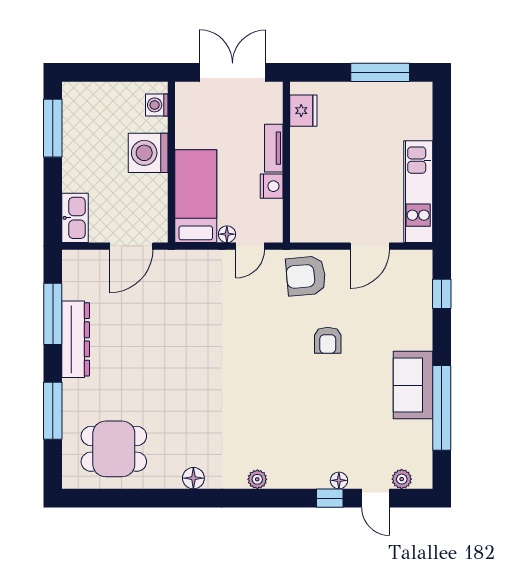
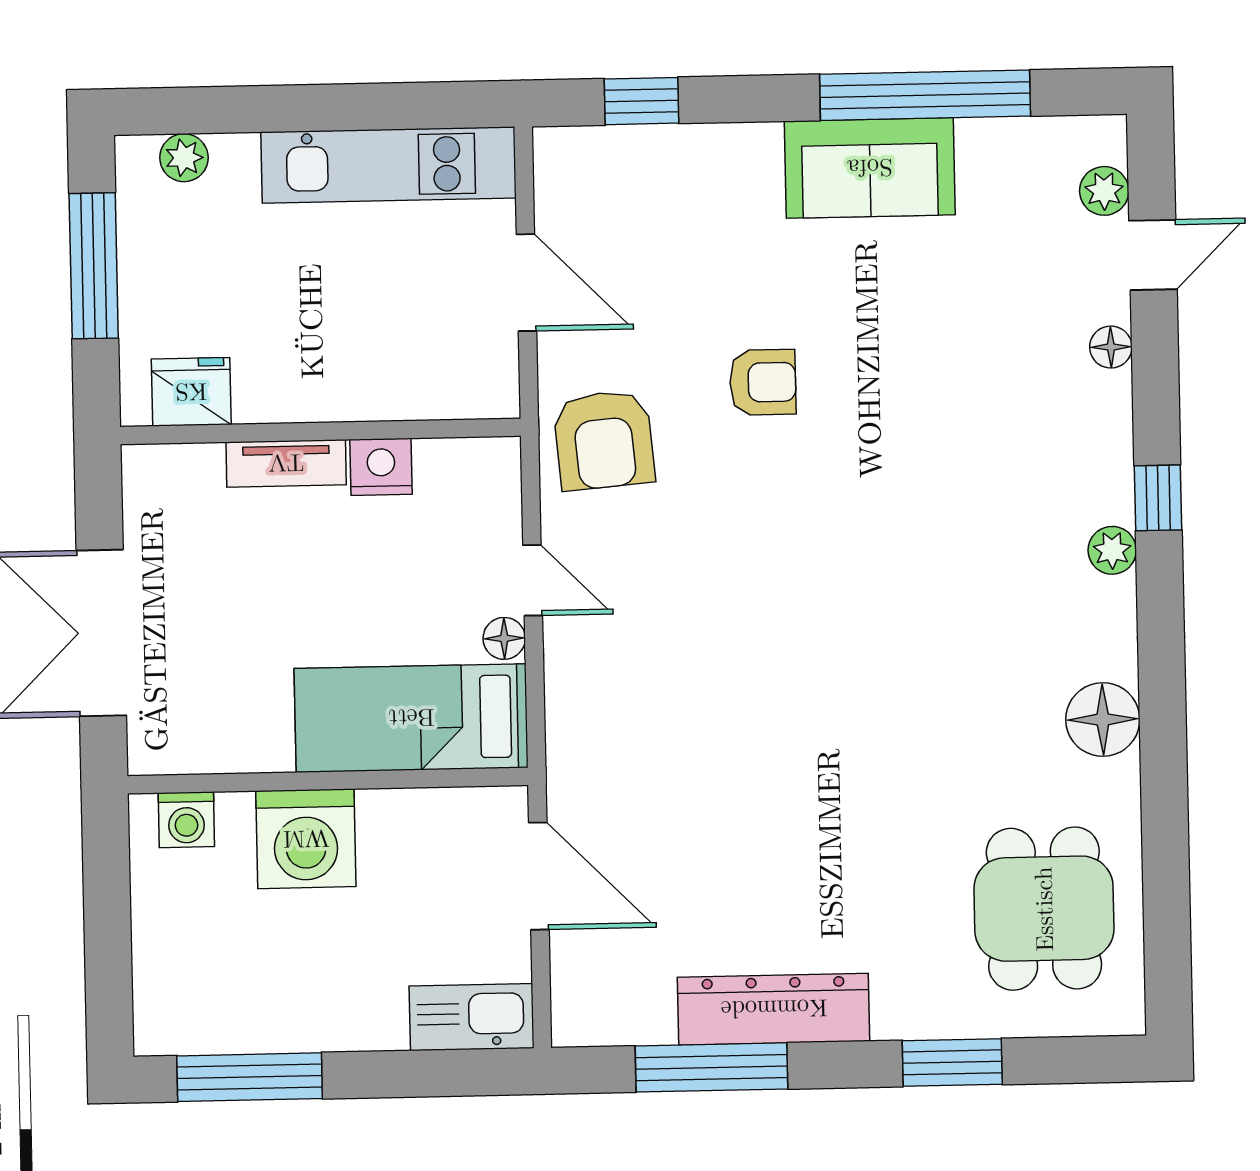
plant: (423, 110) -> (184, 158), added
fridge: (303, 111) -> (191, 392), moved
tv unit: (274, 148) -> (286, 463), moved
wall: (286, 162) -> (320, 431), moved
nightstand: (272, 186) -> (381, 467), moved
window: (53, 411) -> (952, 1062), width x0.69
floor lamp: (193, 478) -> (1103, 719), width x1.38, depth x1.38
window: (330, 498) -> (1158, 498), moved

